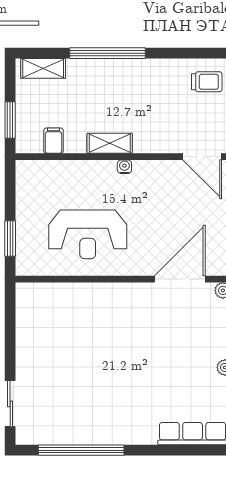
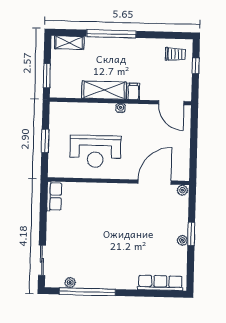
filing cabinet: (53, 141) -> (133, 91), moved
shelving: (110, 143) -> (104, 90), width x1.50, depth x1.33
window: (10, 238) -> (45, 141), moved
row of seats: (26, 305) -> (54, 196), added
plant: (54, 437) -> (70, 283), added

